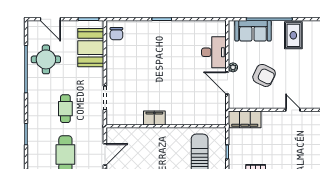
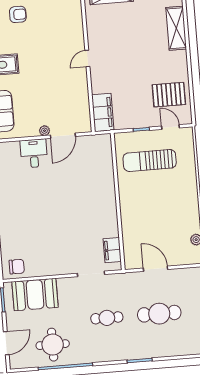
desk: (214, 52) -> (34, 153), width x0.73
armchair: (264, 75) -> (51, 94), removed
filing cabinet: (154, 118) -> (112, 250), moved

